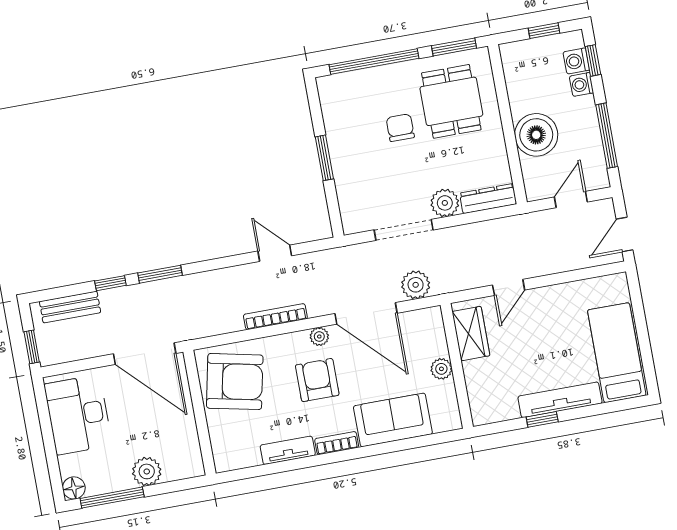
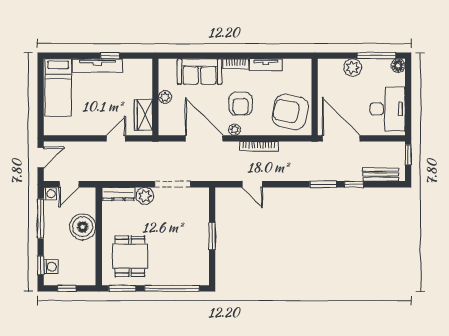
washing machine: (581, 84) -> (50, 194), moved
chair: (400, 128) -> (163, 246), removed
plant: (416, 285) -> (171, 150), removed

